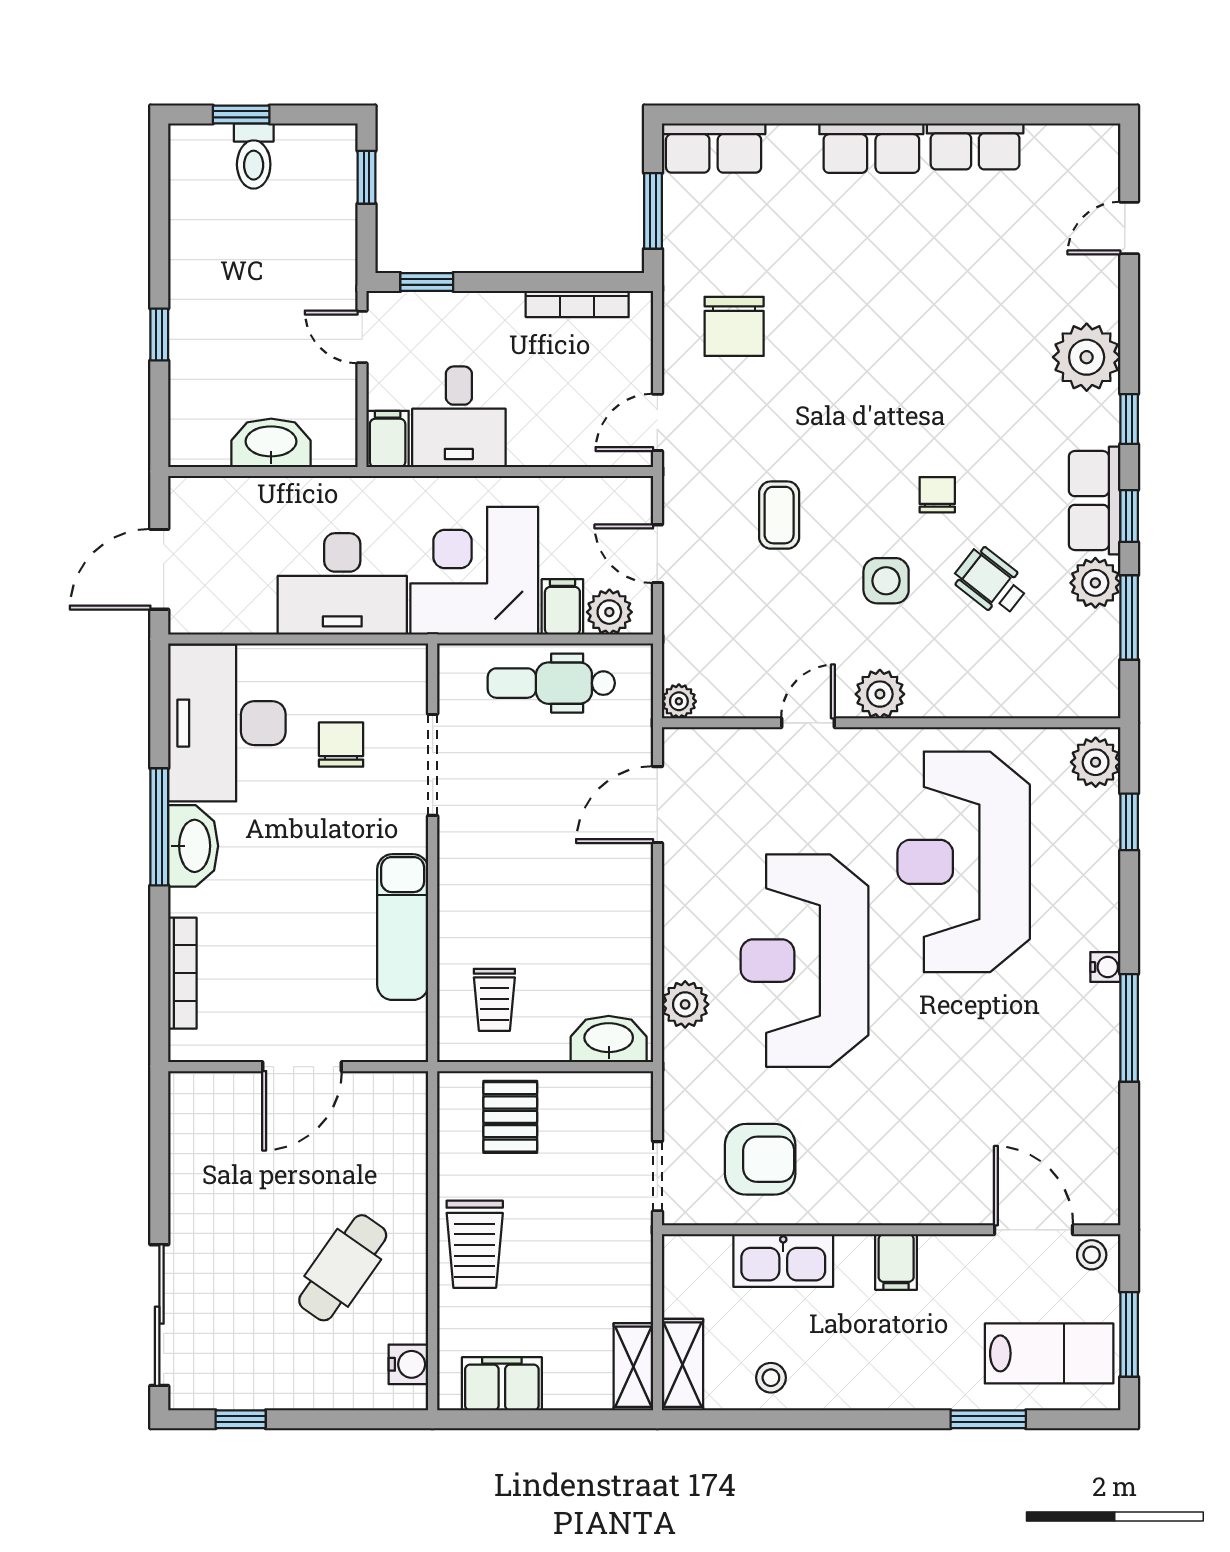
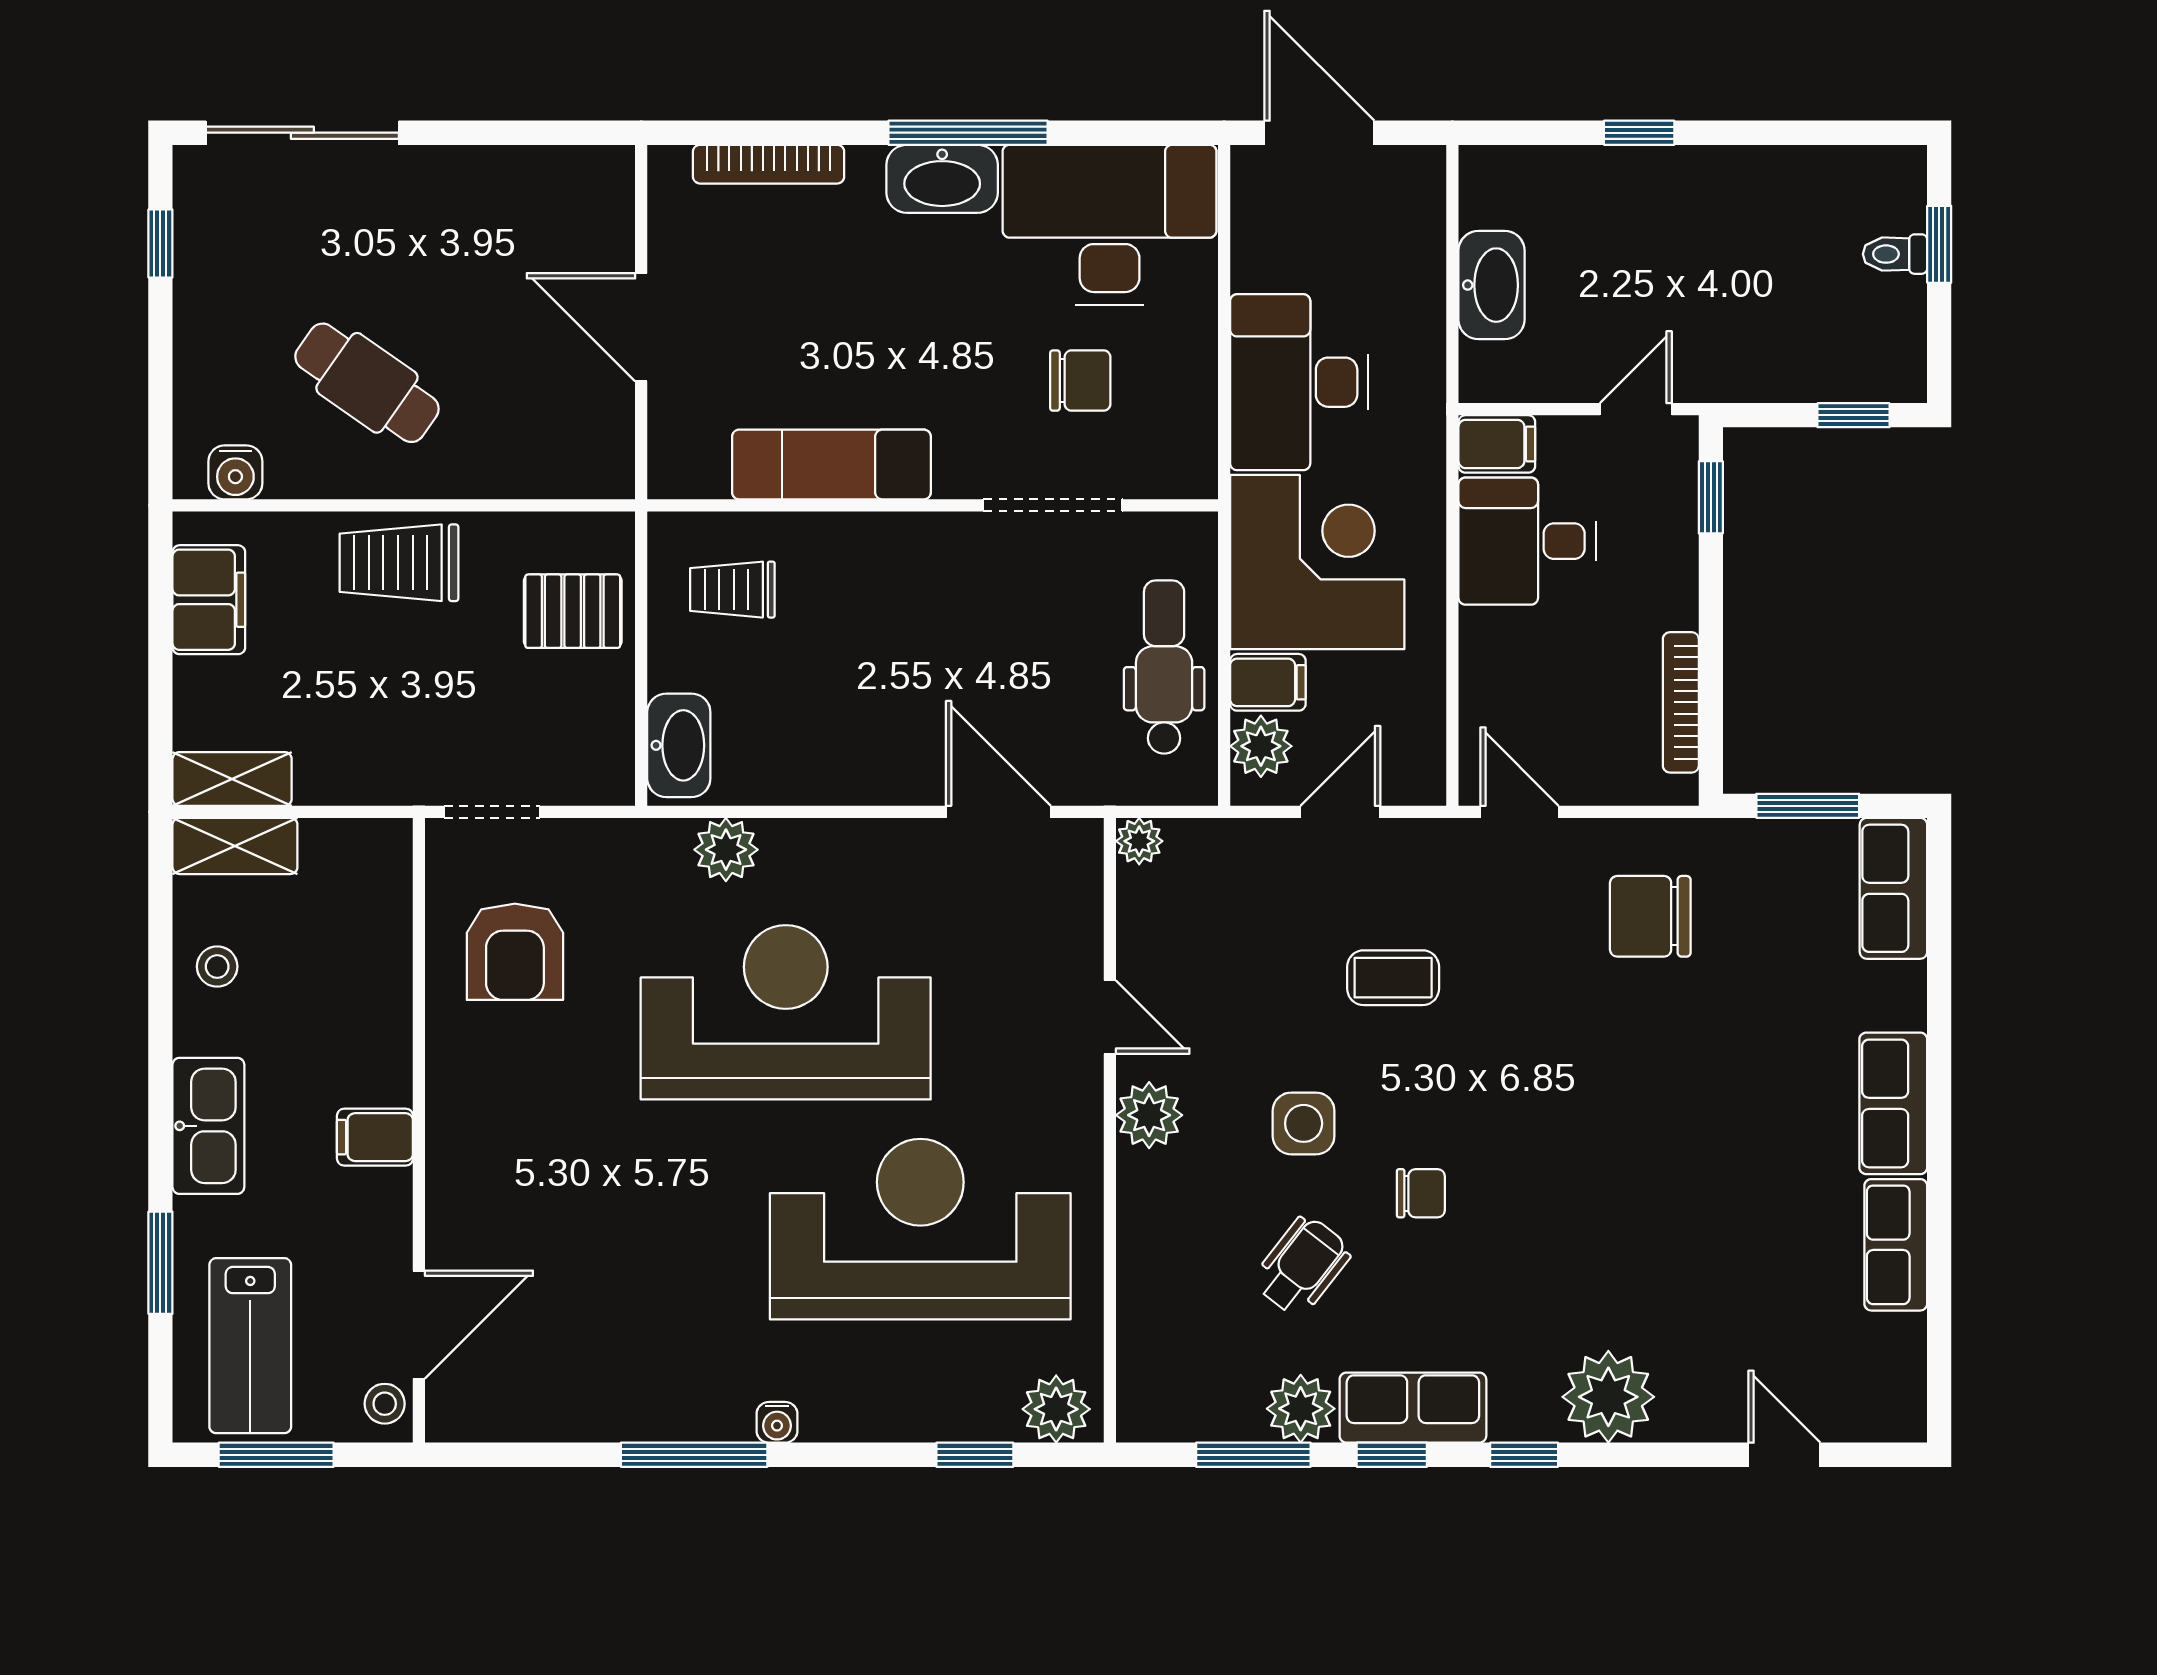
toilet: (254, 156) -> (1895, 254), width x0.73, depth x0.72
kitchen sink: (783, 1260) -> (208, 1126), moved, turned 180

